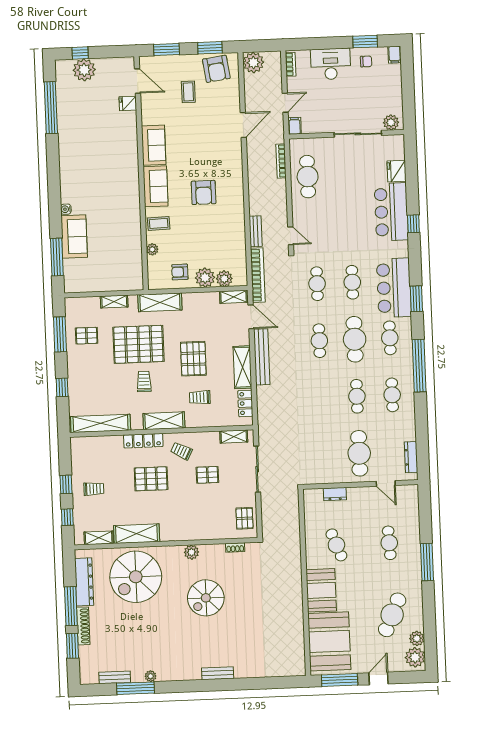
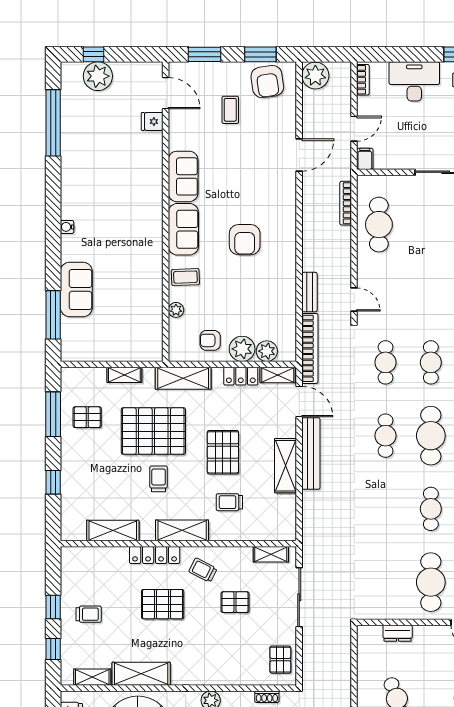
water cooler: (66, 209) -> (67, 227), moved
locker: (245, 403) -> (241, 376), moved, turned -90
shelving: (101, 423) -> (113, 530), width x0.68

